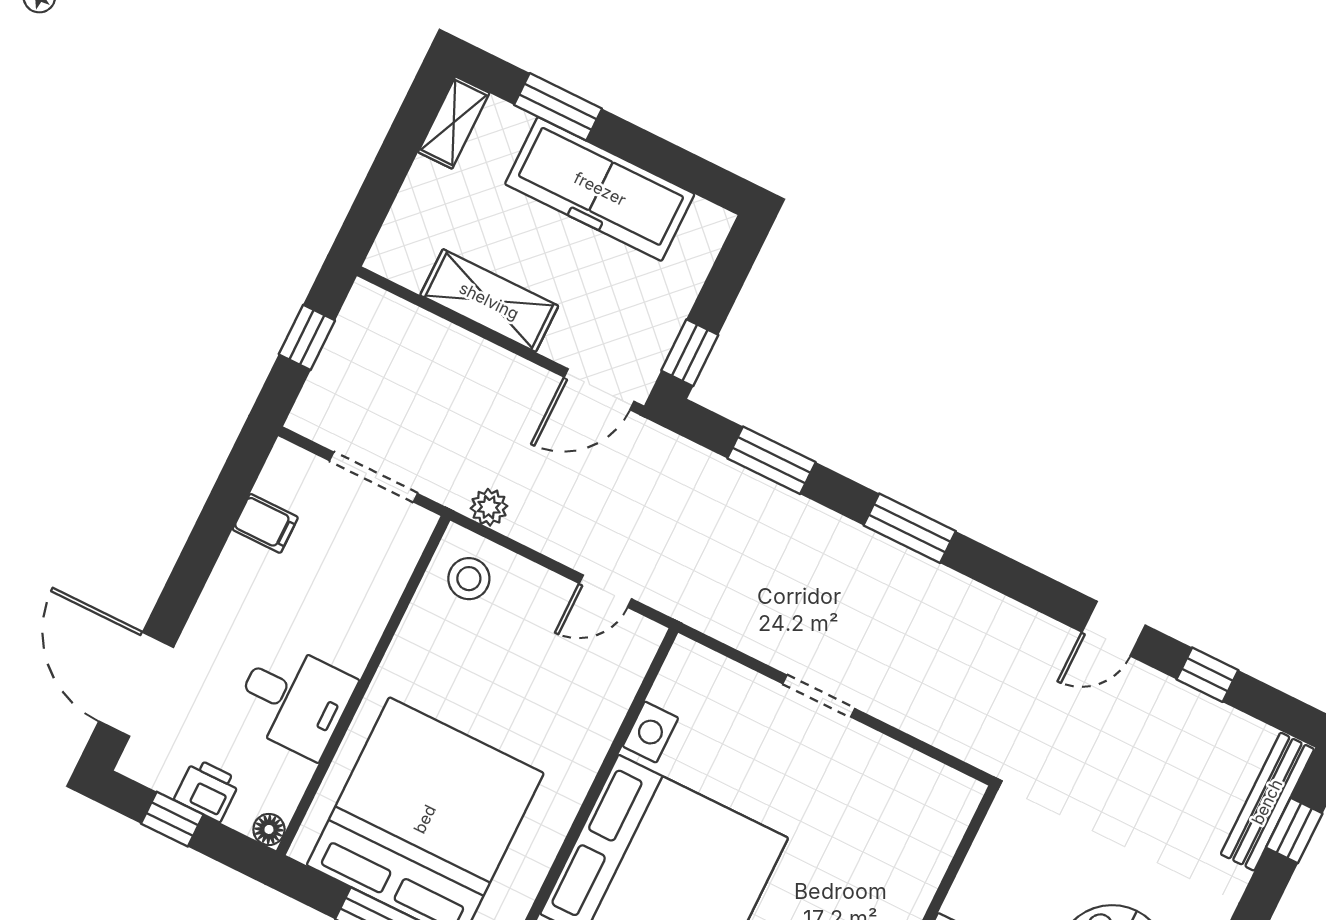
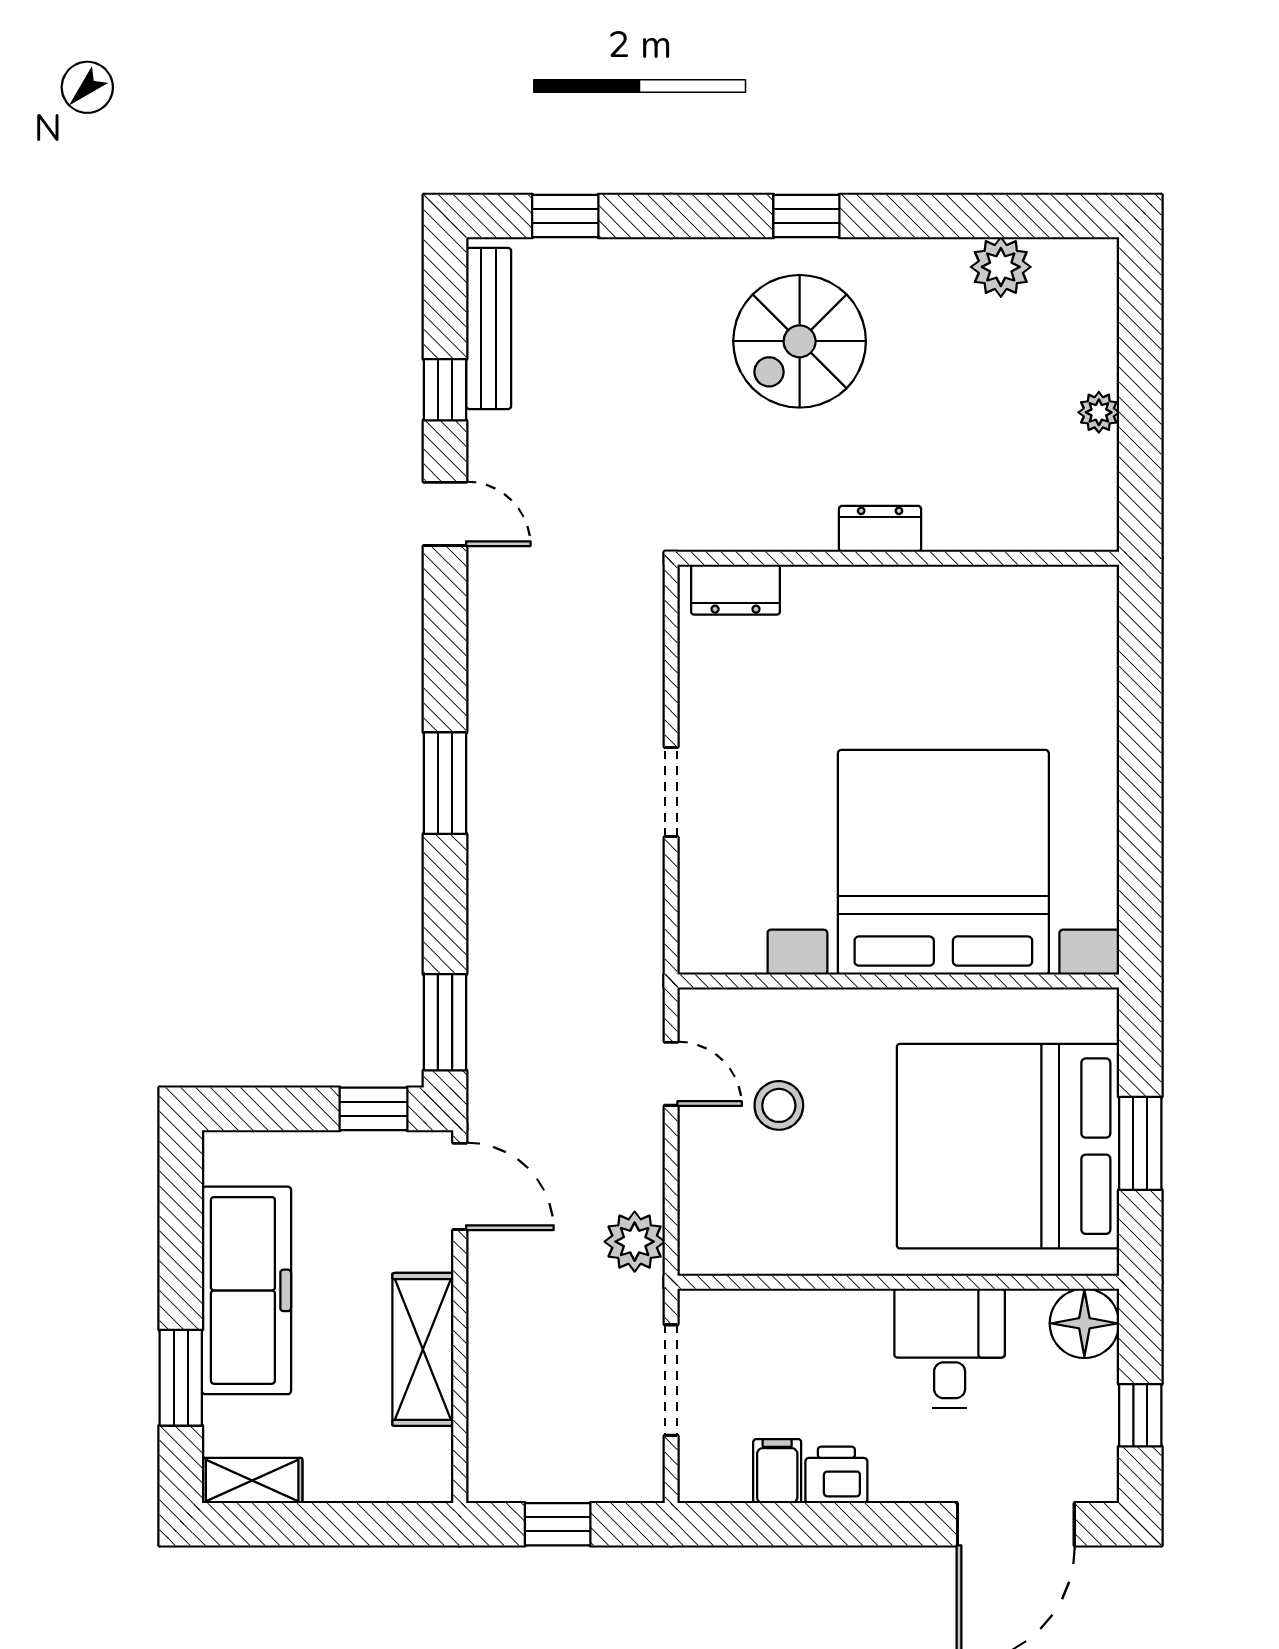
window: (771, 460) -> (445, 1022), moved
plant: (489, 507) -> (635, 1242), width x1.38, depth x1.38
stool: (469, 579) -> (779, 1105), moved
printer: (207, 790) -> (836, 1475), moved, turned 90
bench: (1267, 802) -> (489, 329), moved, turned 90
dresser: (948, 820) -> (736, 590), added
floor lamp: (269, 829) -> (1084, 1323), width x1.89, depth x1.89

